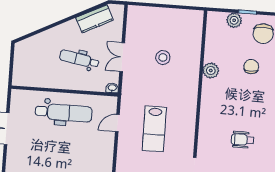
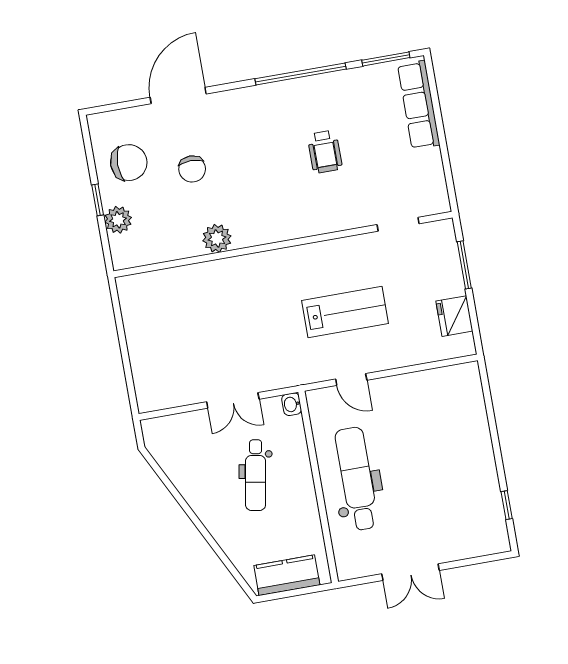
kitchen counter: (95, 19) -> (287, 575), moved, turned -63
stool: (163, 58) -> (215, 329), removed
chair: (251, 67) -> (192, 169), turned -90

